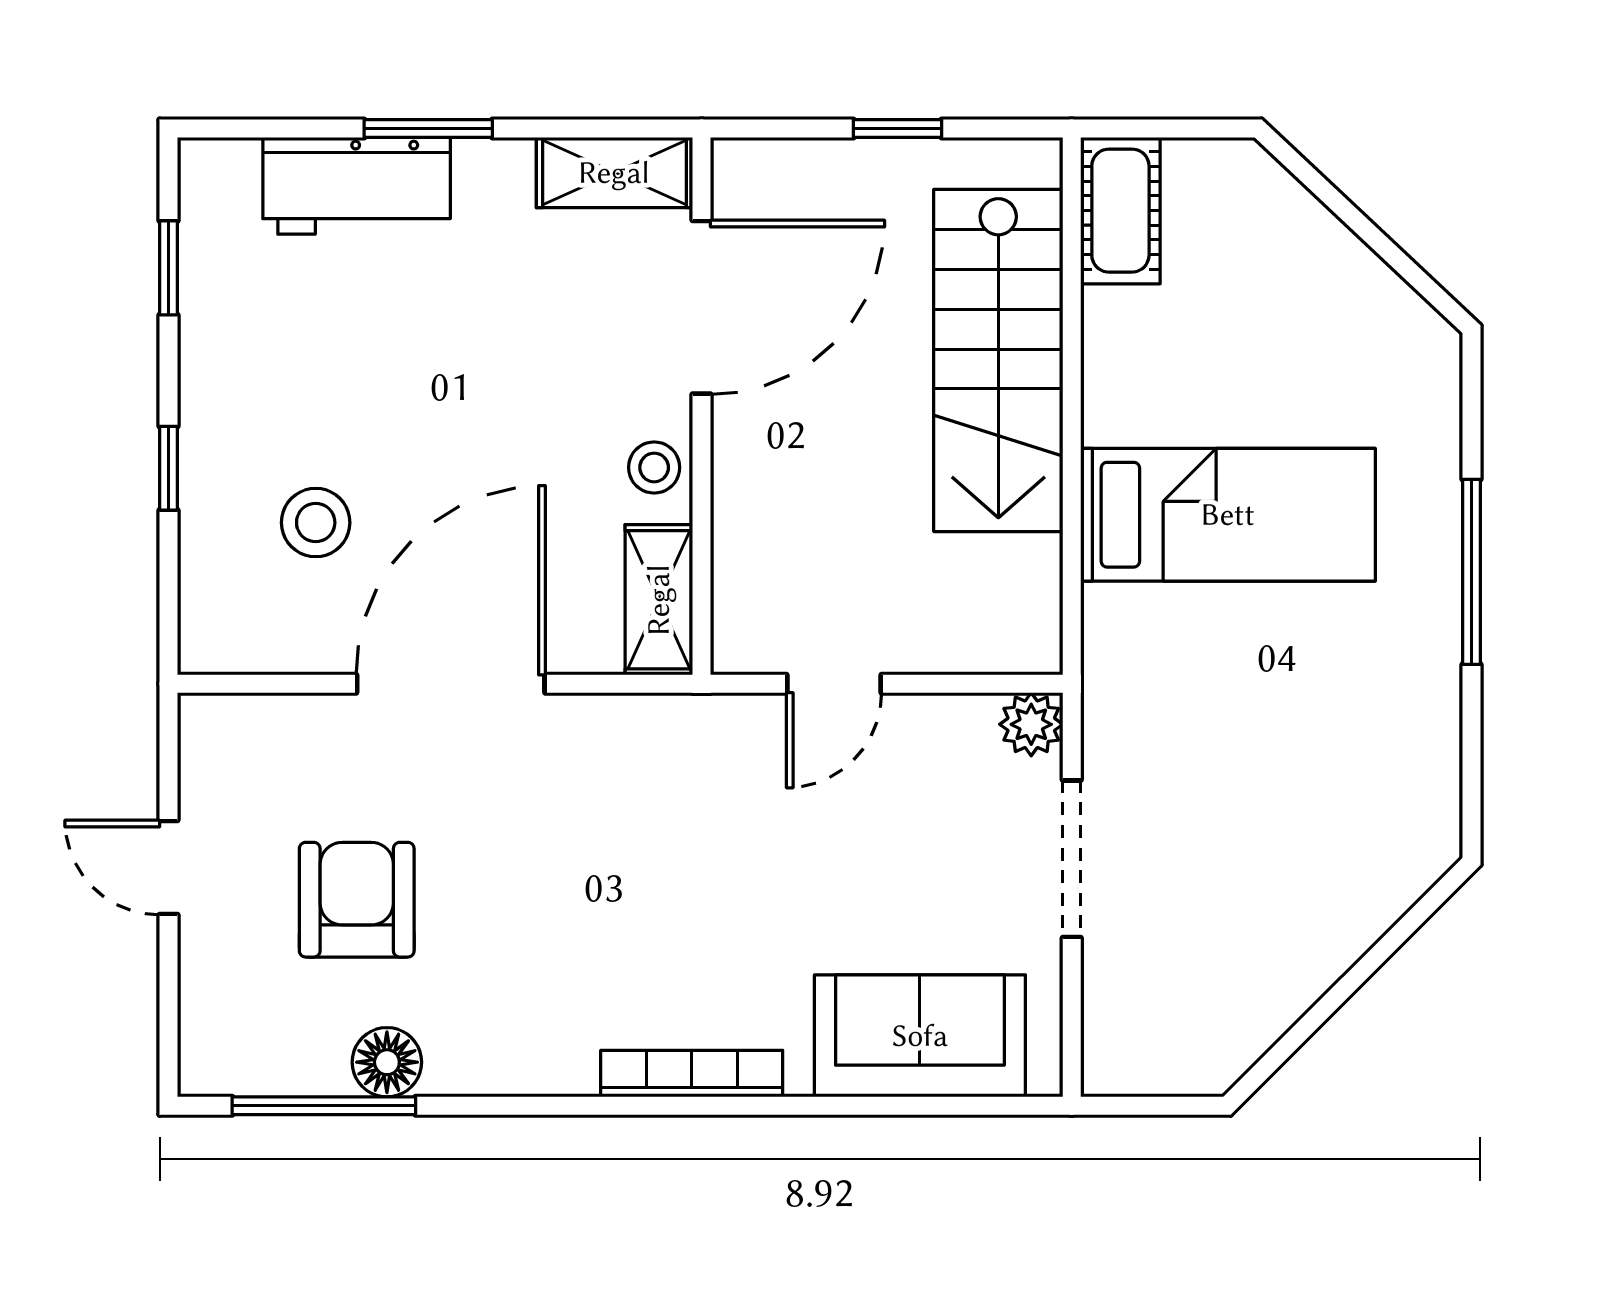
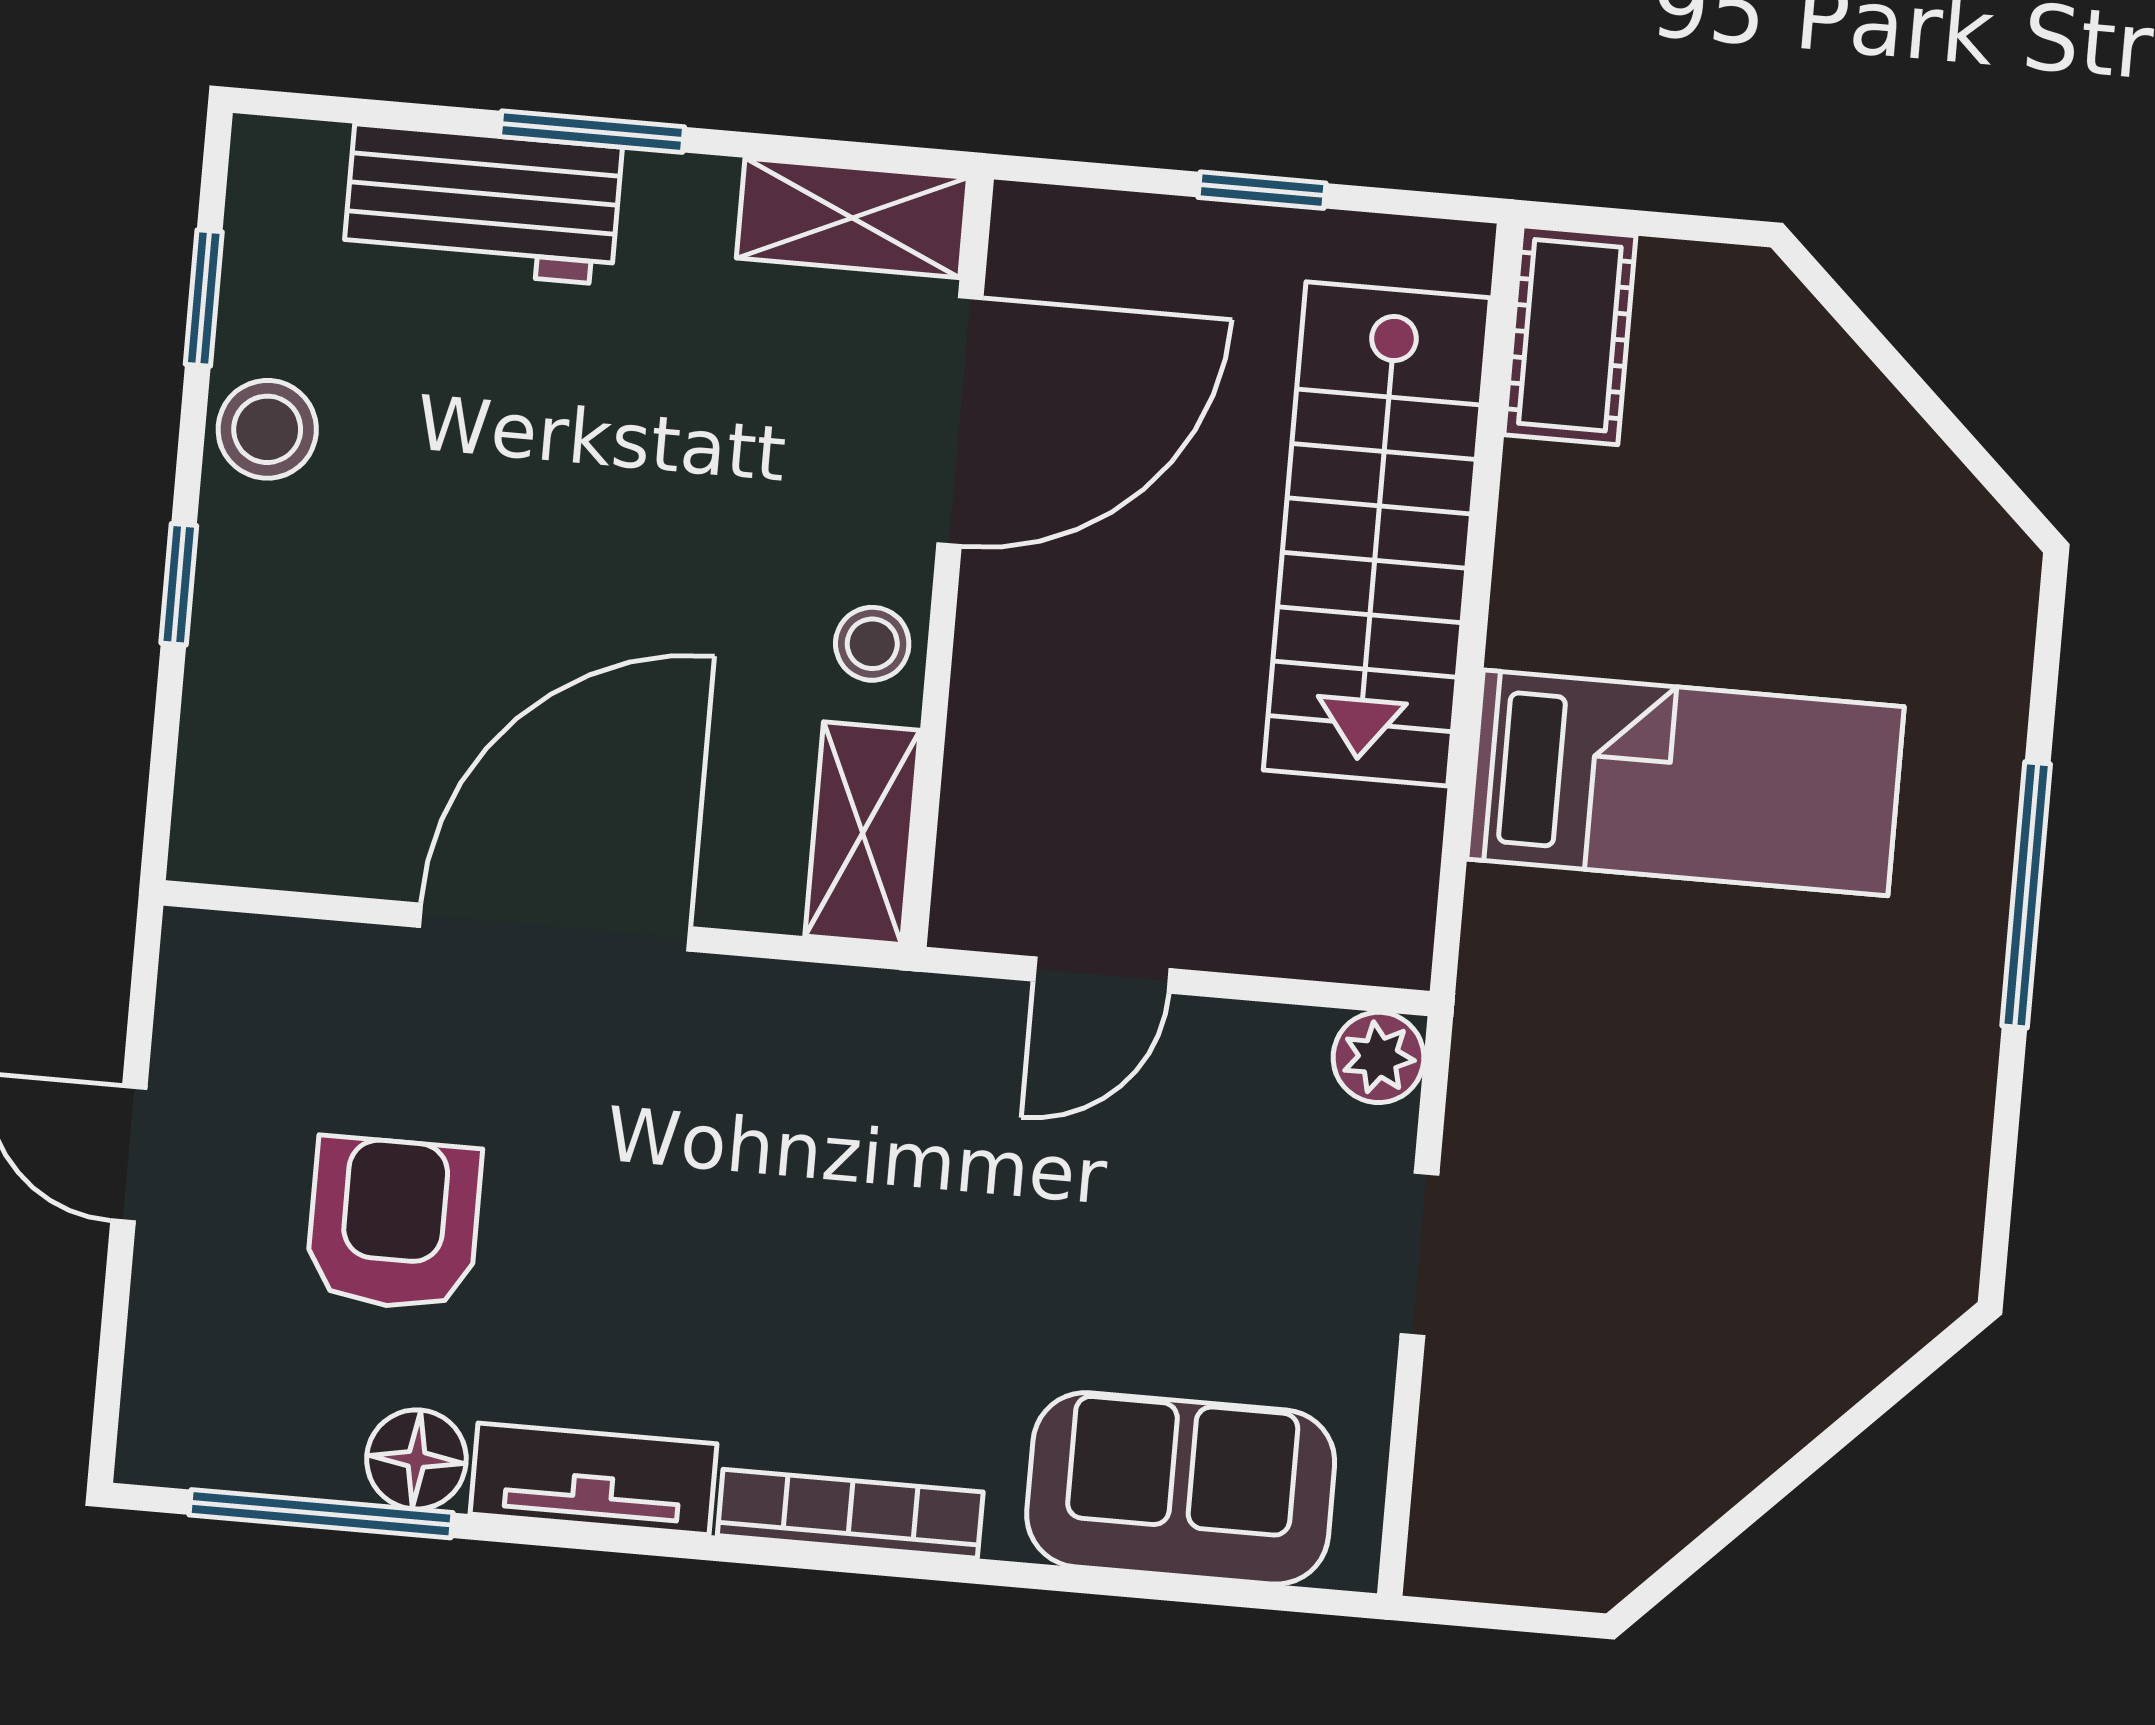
stool: (316, 523) -> (267, 429), moved
doorway: (1072, 859) -> (1419, 1255), width x0.73
tv unit: (511, 1065) -> (593, 1479), added

